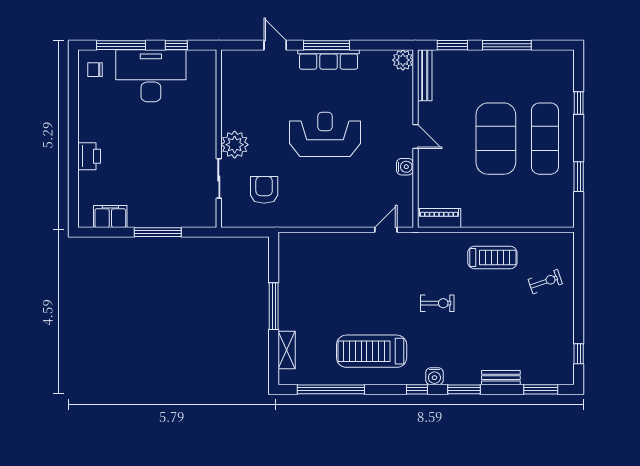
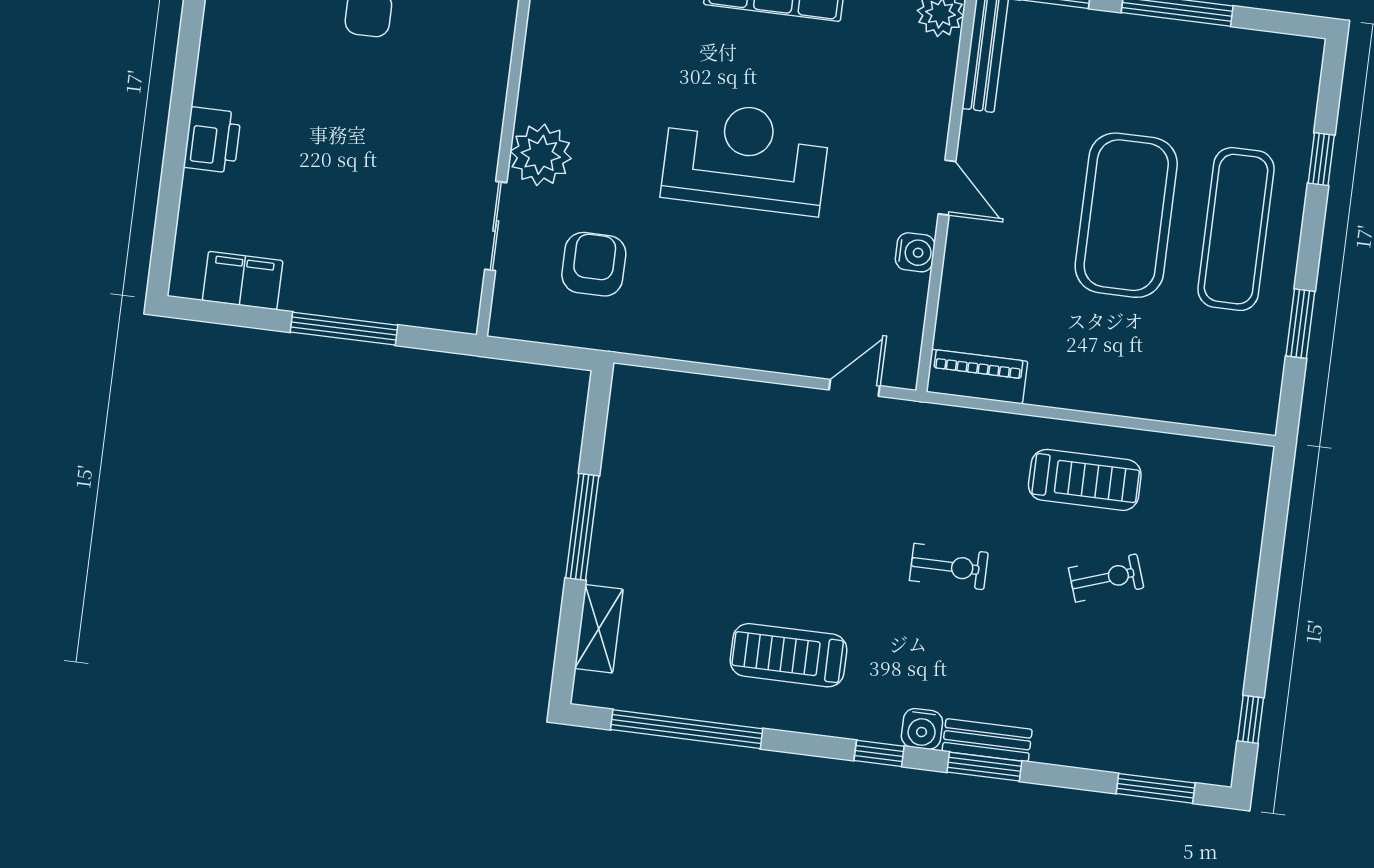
exercise bike: (545, 282) -> (1106, 578), moved
treadmill: (372, 351) -> (789, 655), width x0.73, depth x0.73
bench: (501, 378) -> (987, 740), moved

